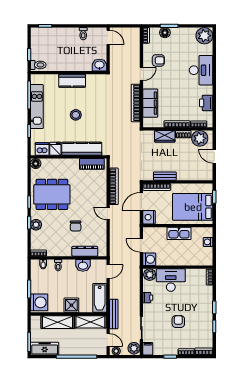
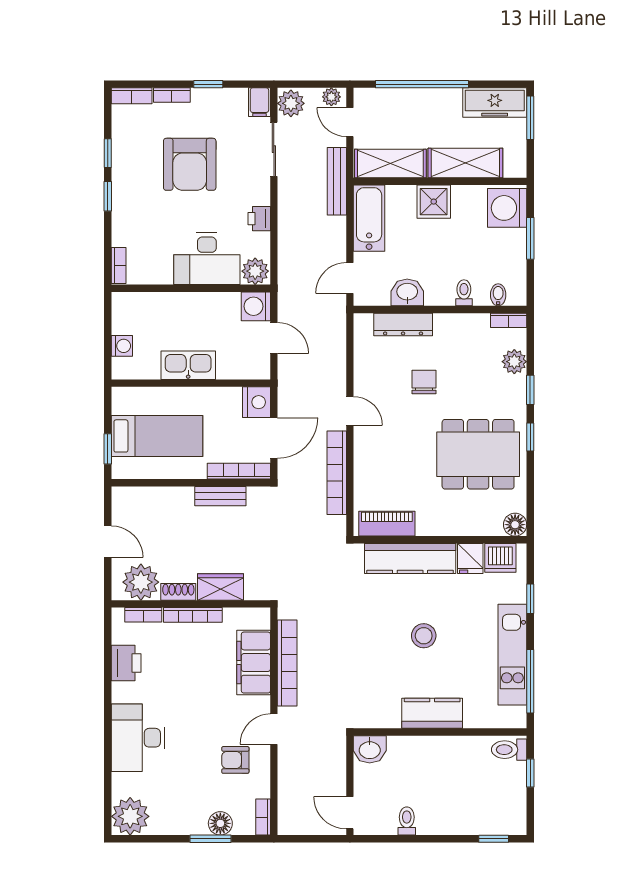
bed: (193, 207) -> (157, 436), width x0.67
plant: (36, 225) -> (514, 362), moved
armchair: (178, 321) -> (190, 164), width x1.88, depth x1.88

